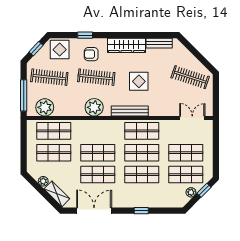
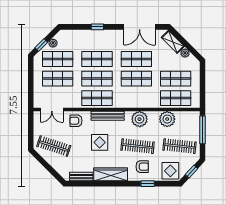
armchair: (165, 106) -> (76, 121), added
plant: (45, 107) -> (167, 119), moved

